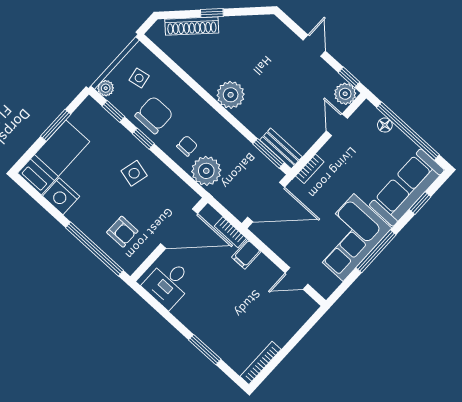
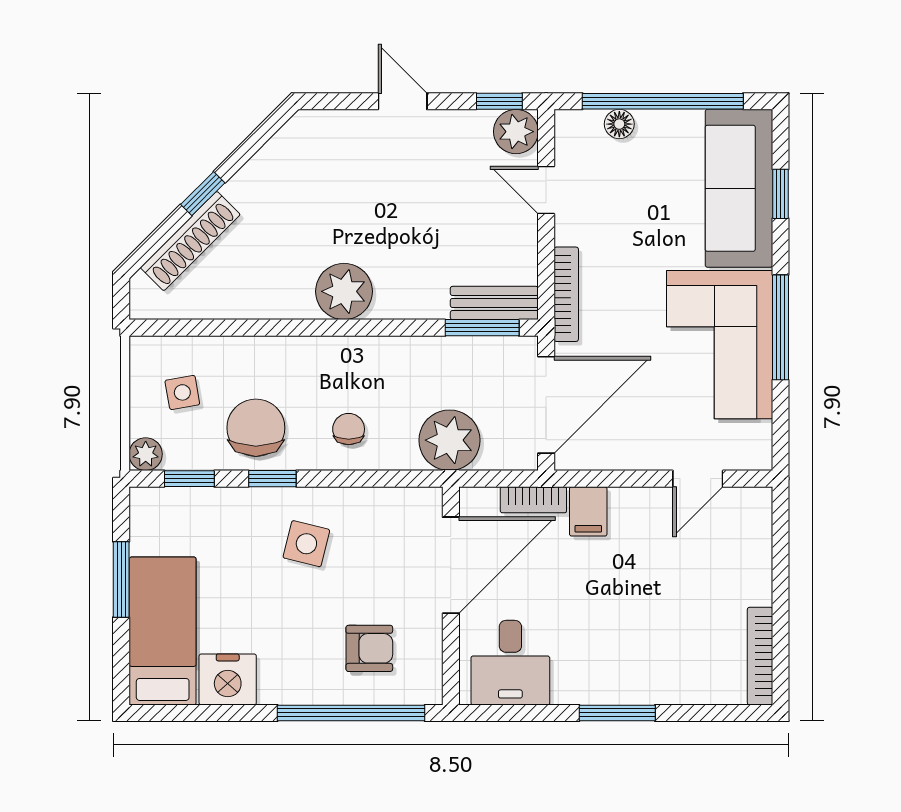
bookcase: (310, 169) -> (566, 294), width x1.56
plant: (206, 171) -> (450, 440), moved
window: (205, 350) -> (617, 713), moved

